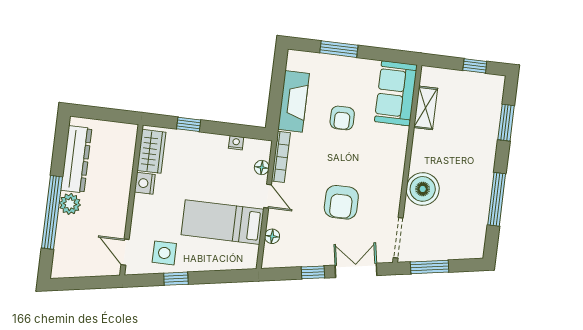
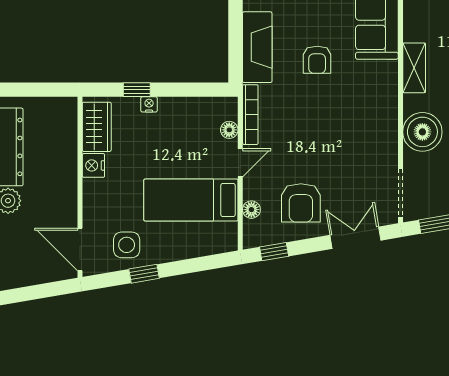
shelving: (426, 108) -> (414, 68), moved
nightstand: (236, 143) -> (149, 104), moved
door: (268, 196) -> (240, 163), hinge flipped
armchair: (341, 202) -> (301, 203), moved
door: (125, 252) -> (80, 250), width x1.38
window: (313, 272) -> (274, 252), moved

